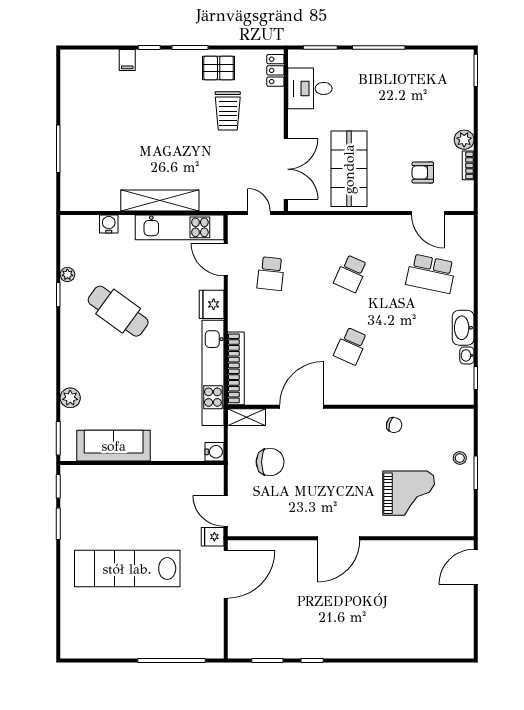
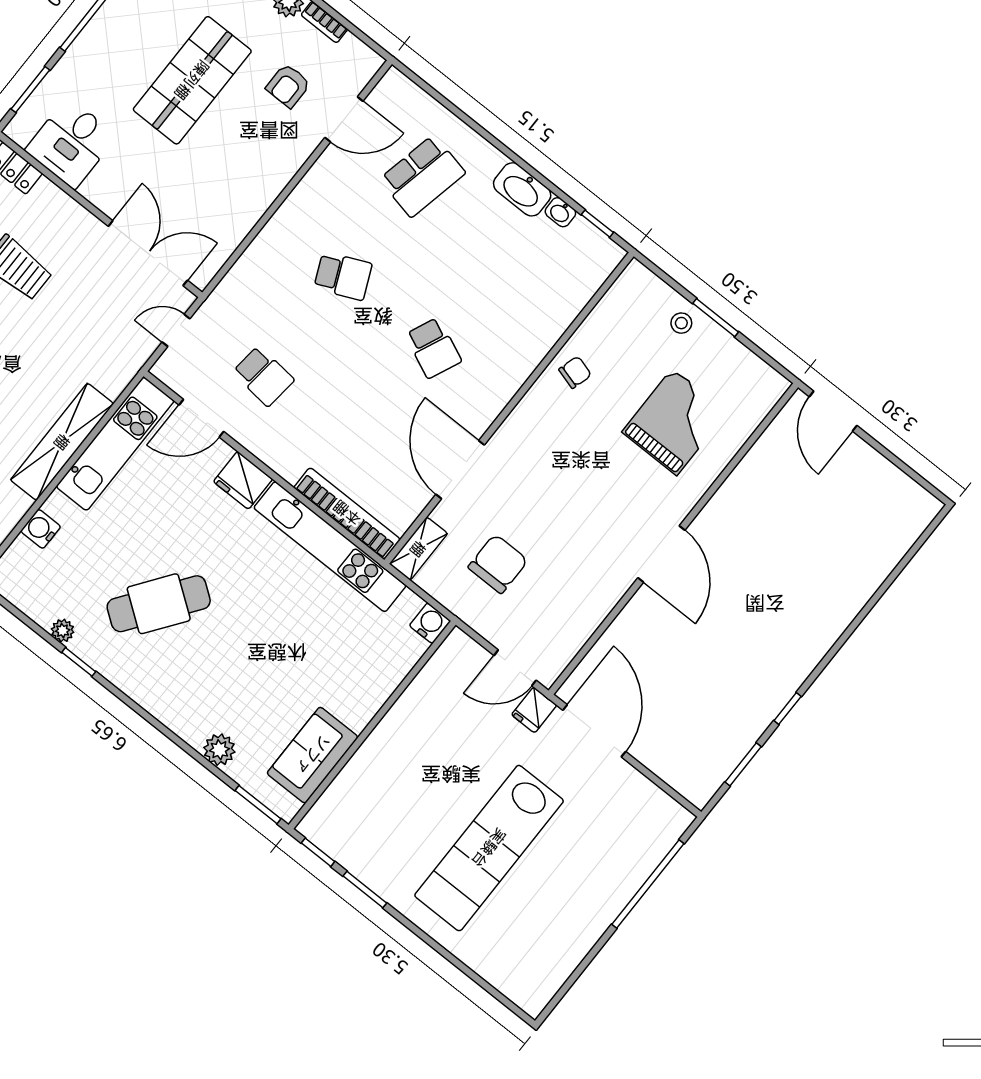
shop shelf: (349, 169) -> (192, 80), moved, turned 90
school desk: (351, 274) -> (343, 276), turned -48
sofa: (114, 446) -> (313, 755), width x0.73

